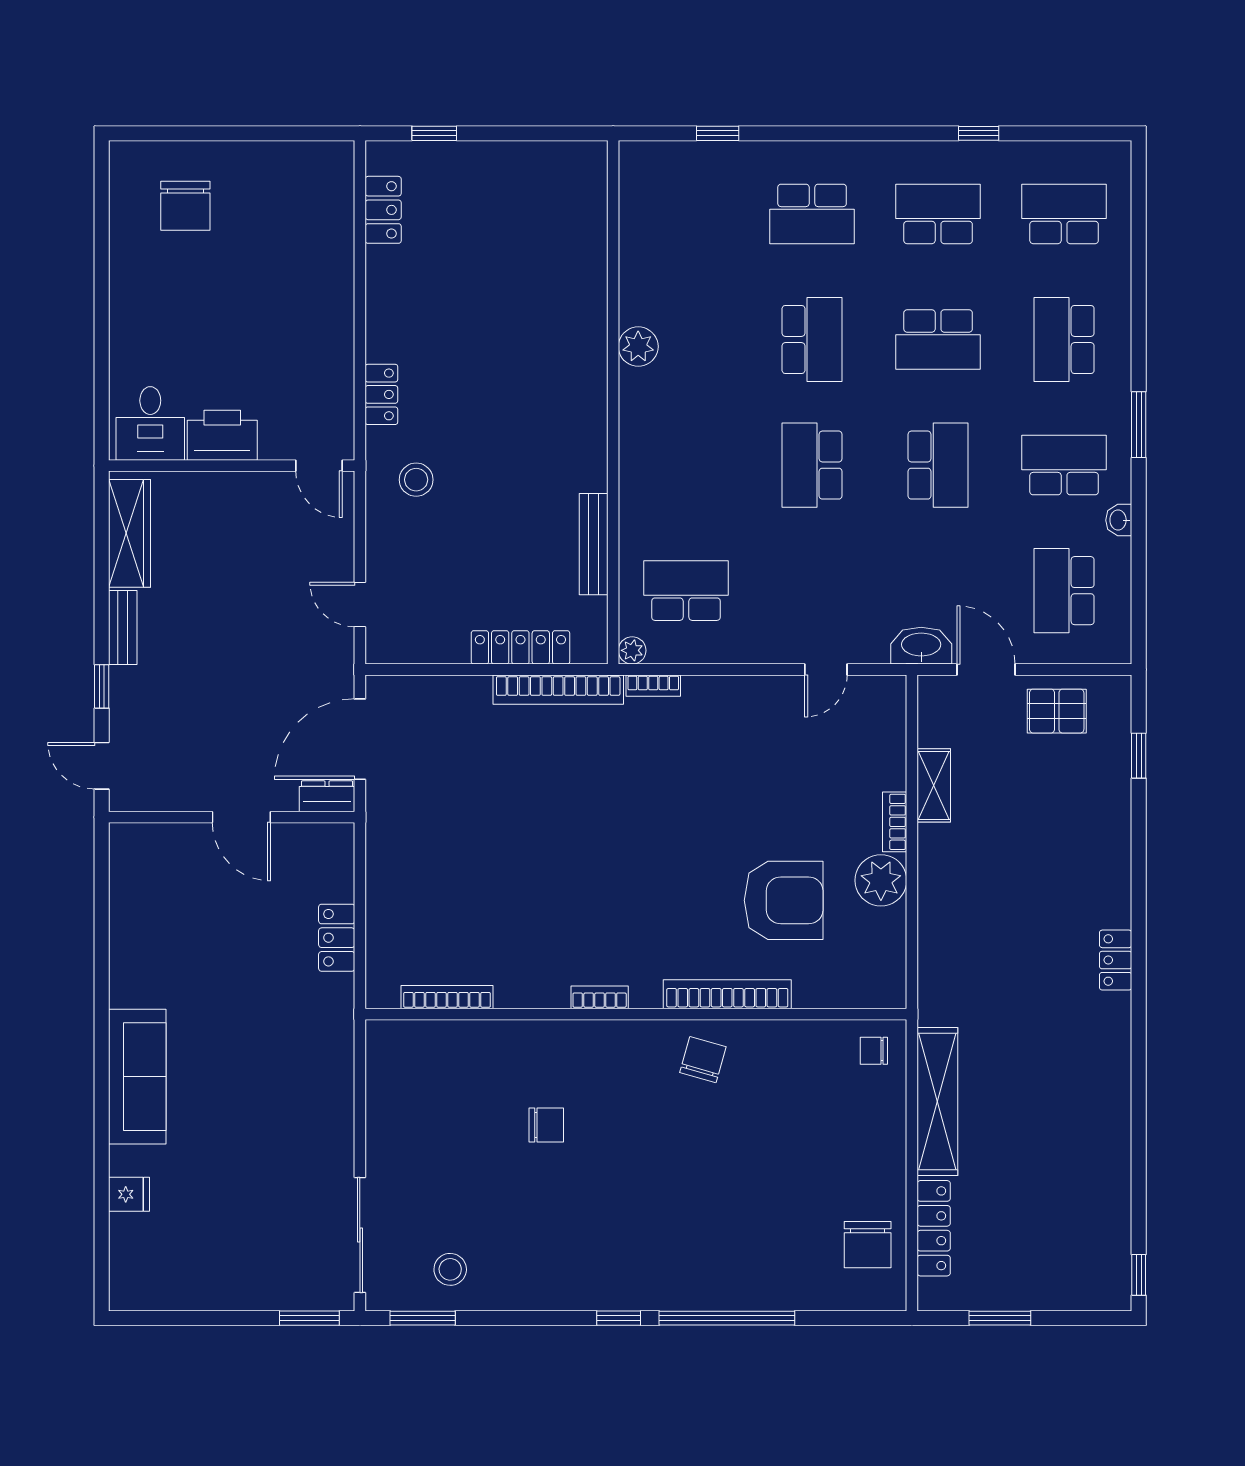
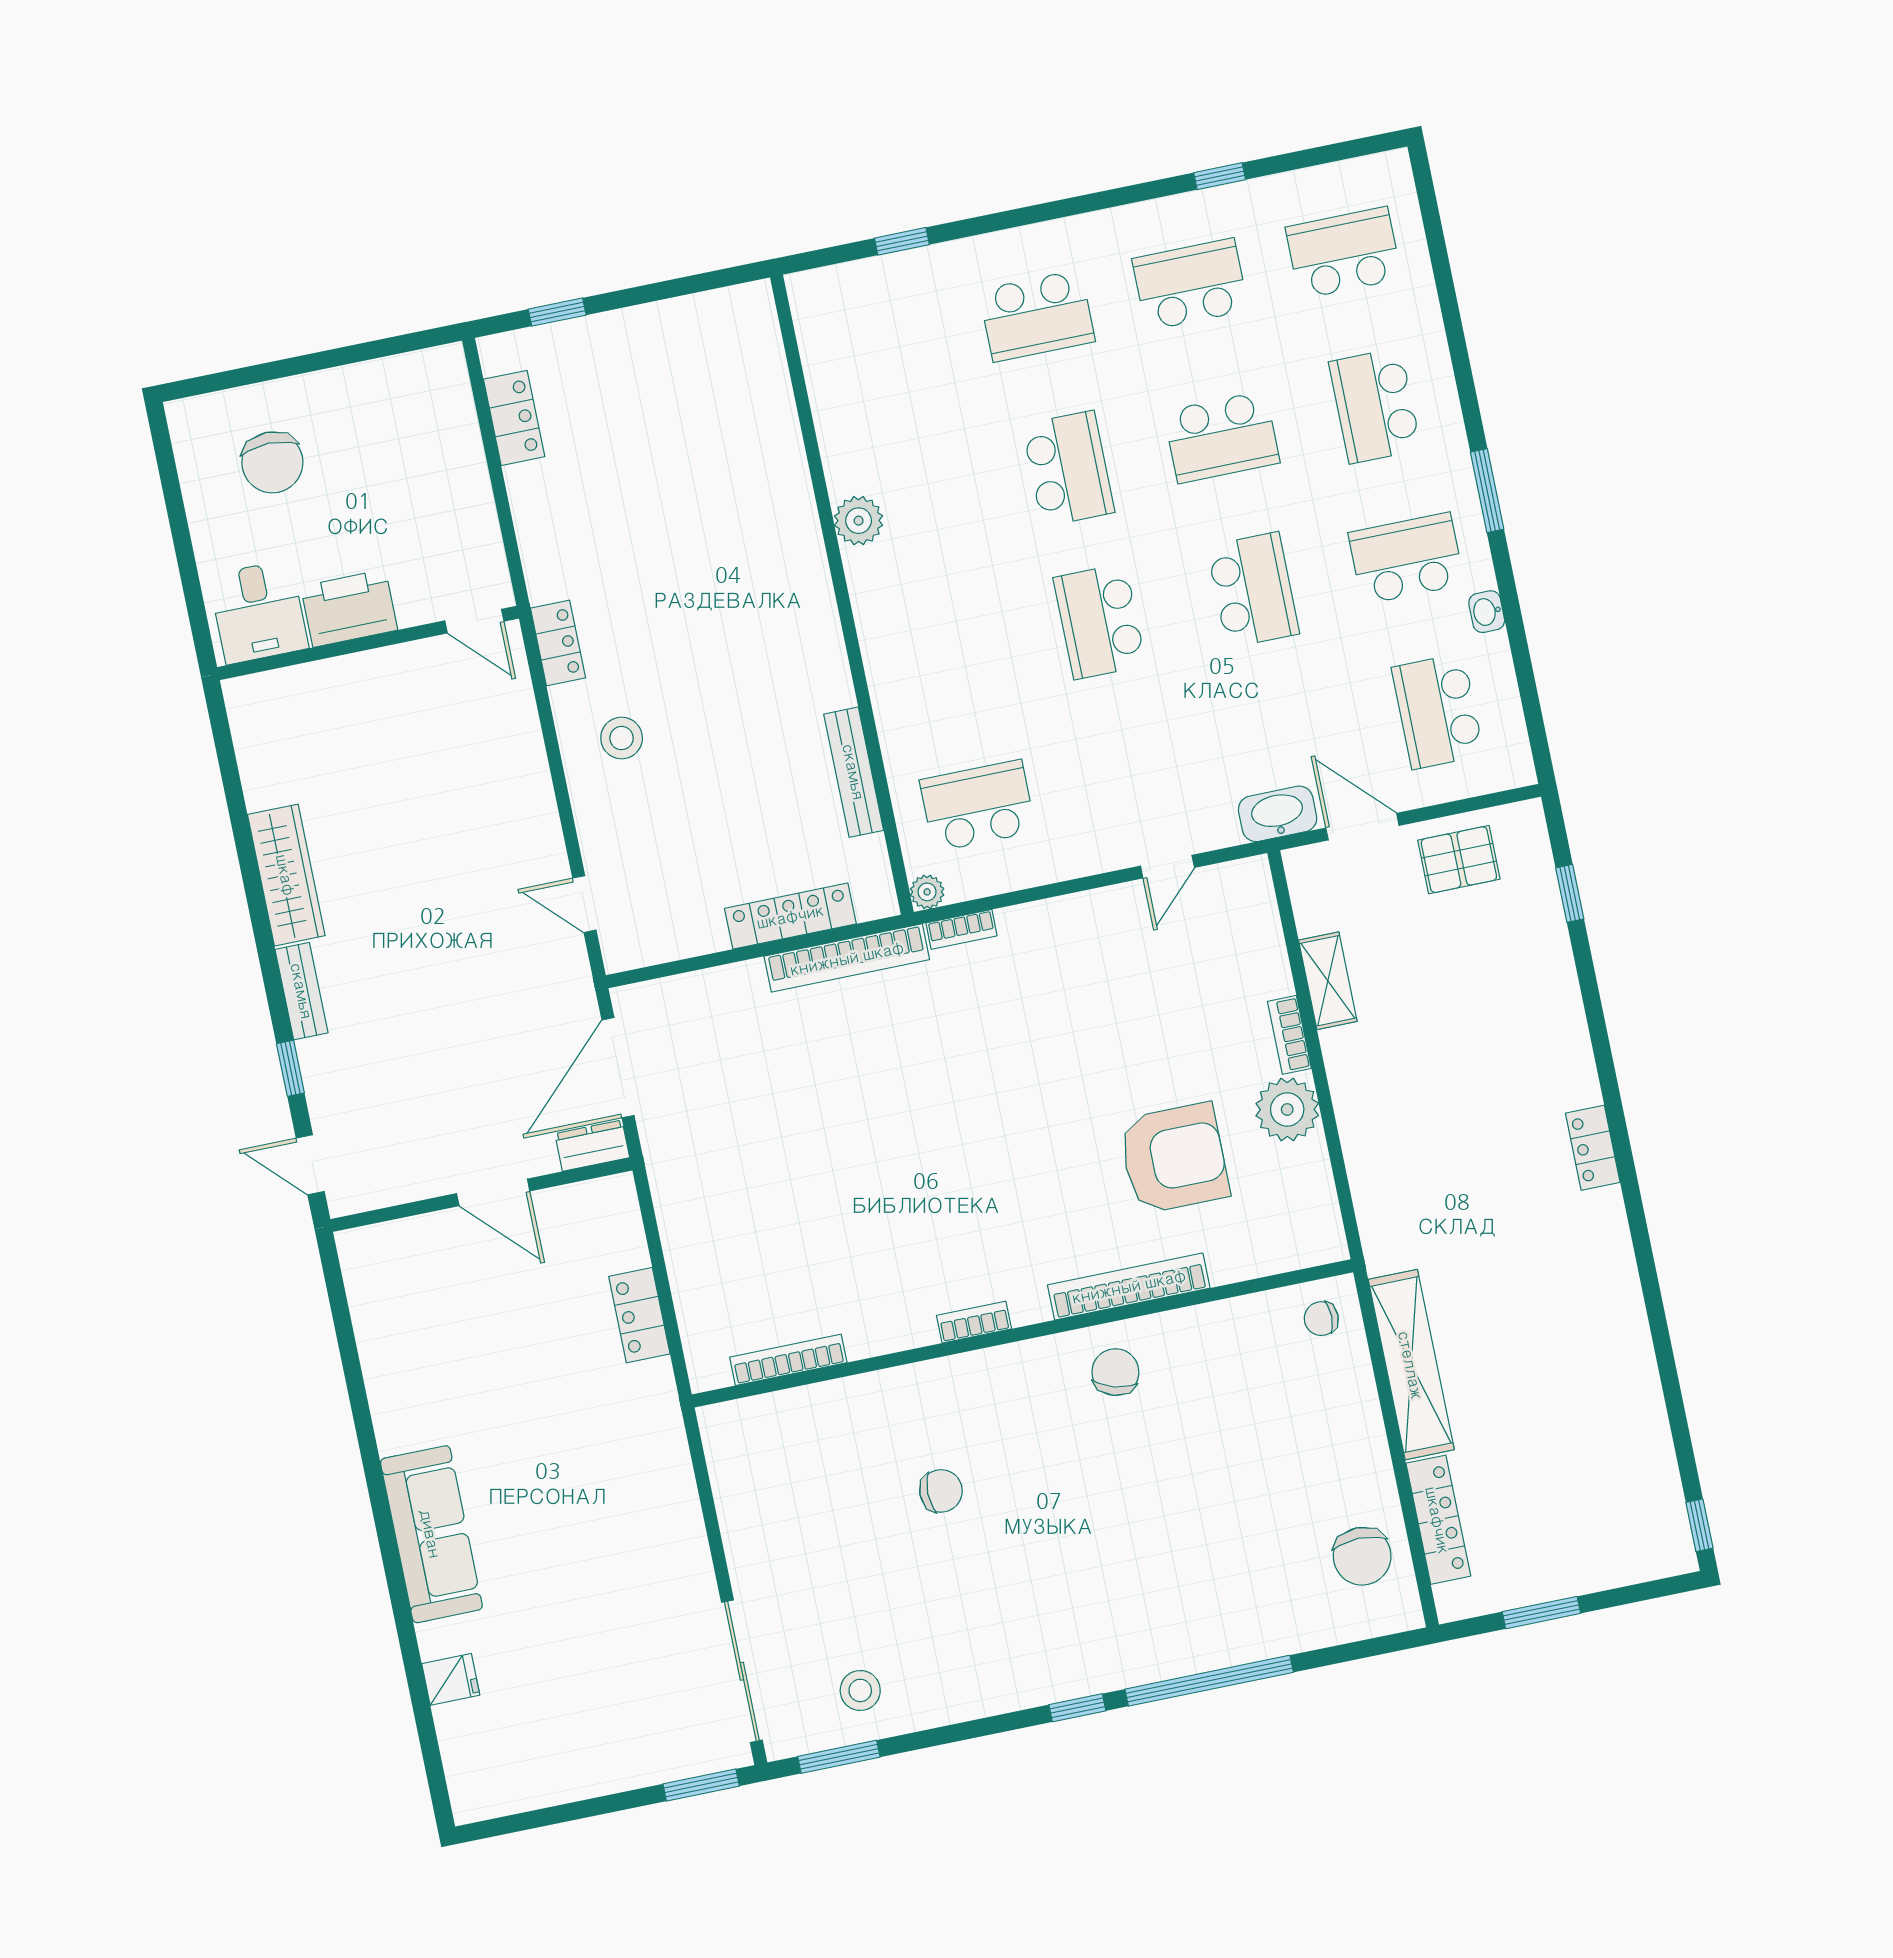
desk: (150, 423) -> (259, 612), moved
printer: (222, 435) -> (349, 608), moved
wall: (232, 466) -> (368, 643), moved
door: (319, 466) -> (474, 621), moved

